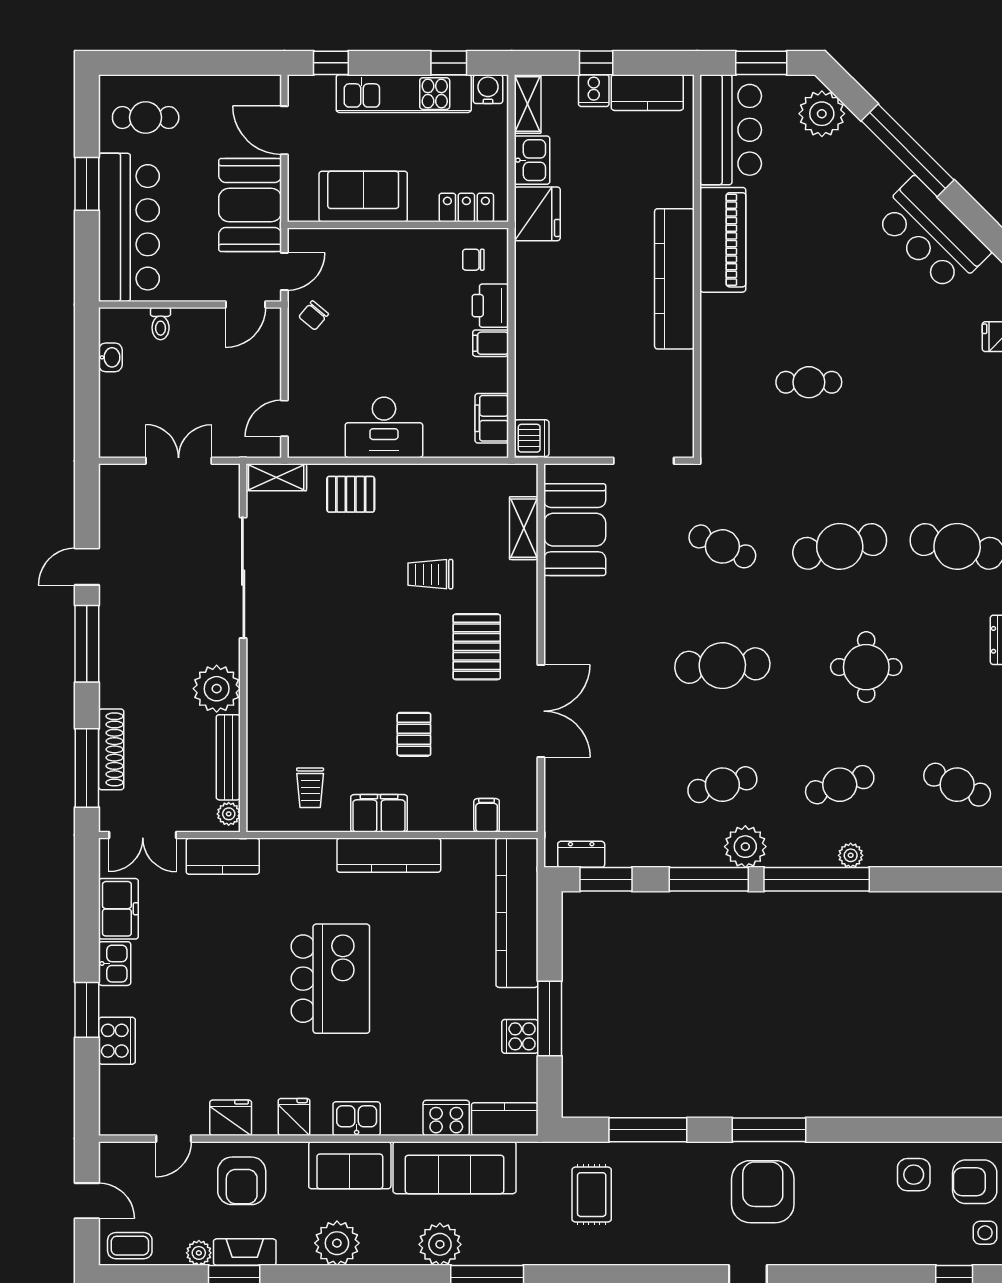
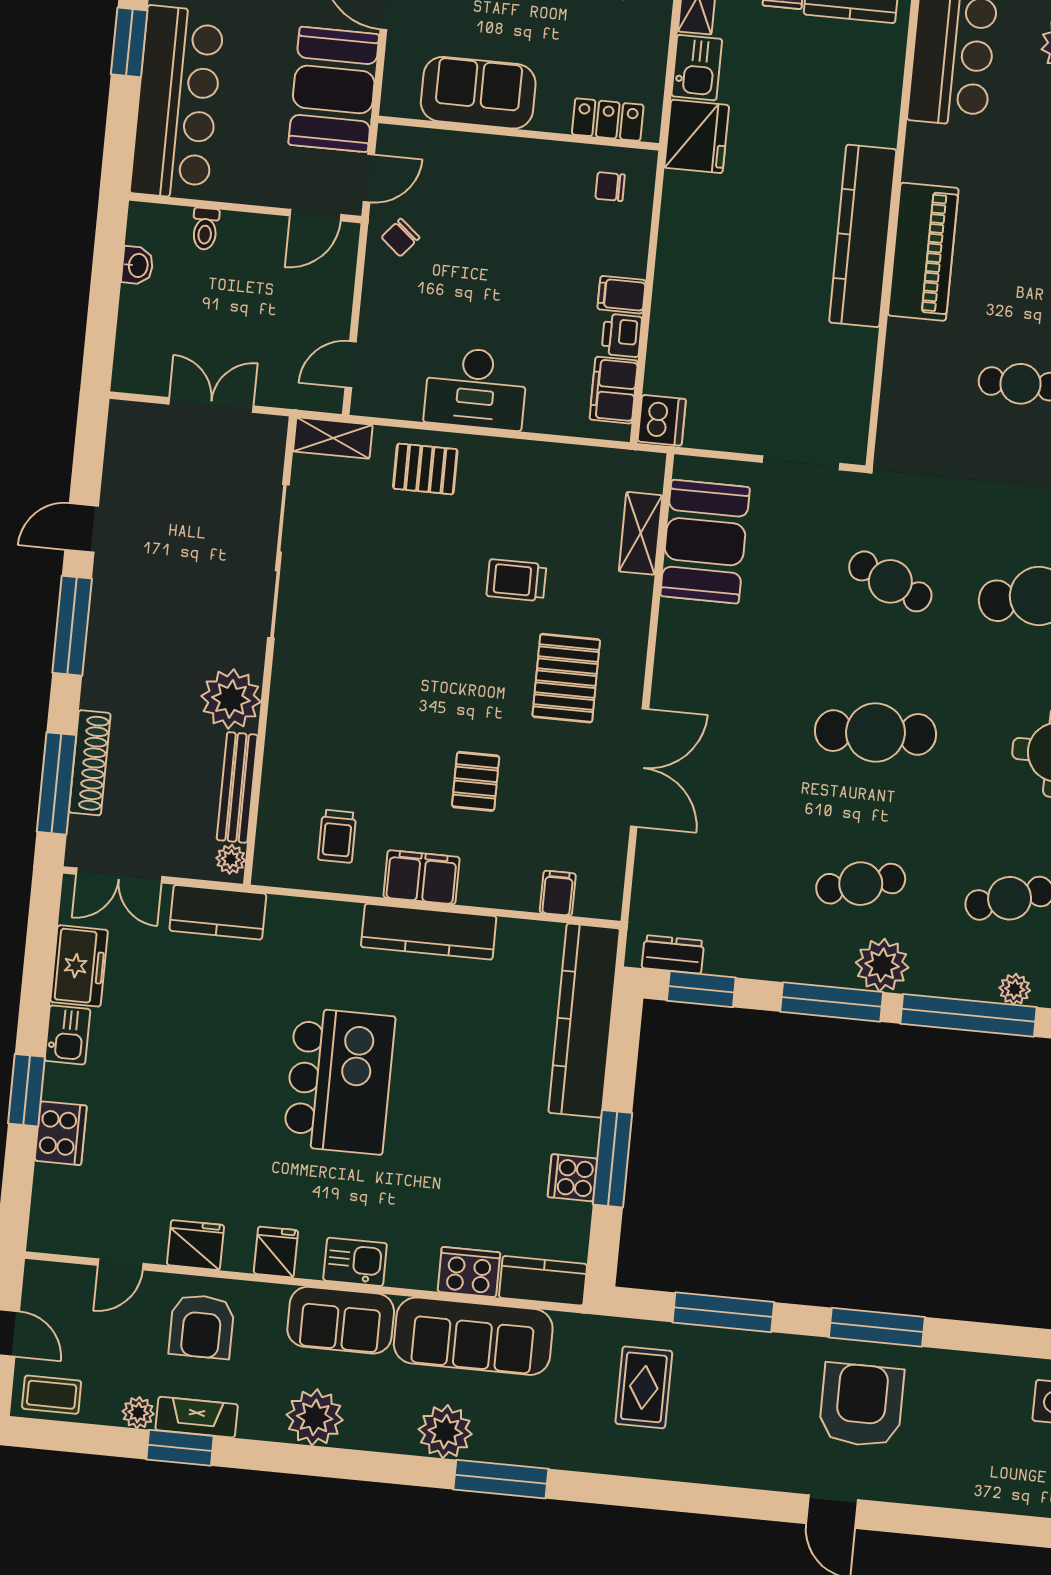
piano: (723, 240) -> (923, 252), moved
printer: (490, 306) -> (622, 335), moved, width x0.73, depth x0.81

